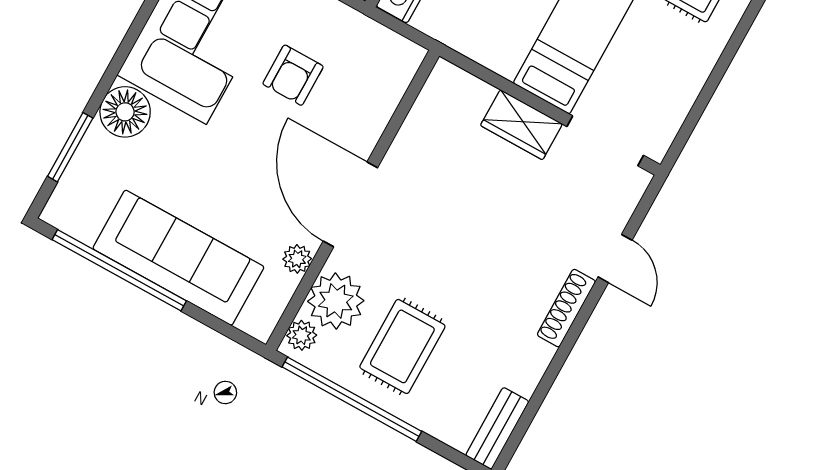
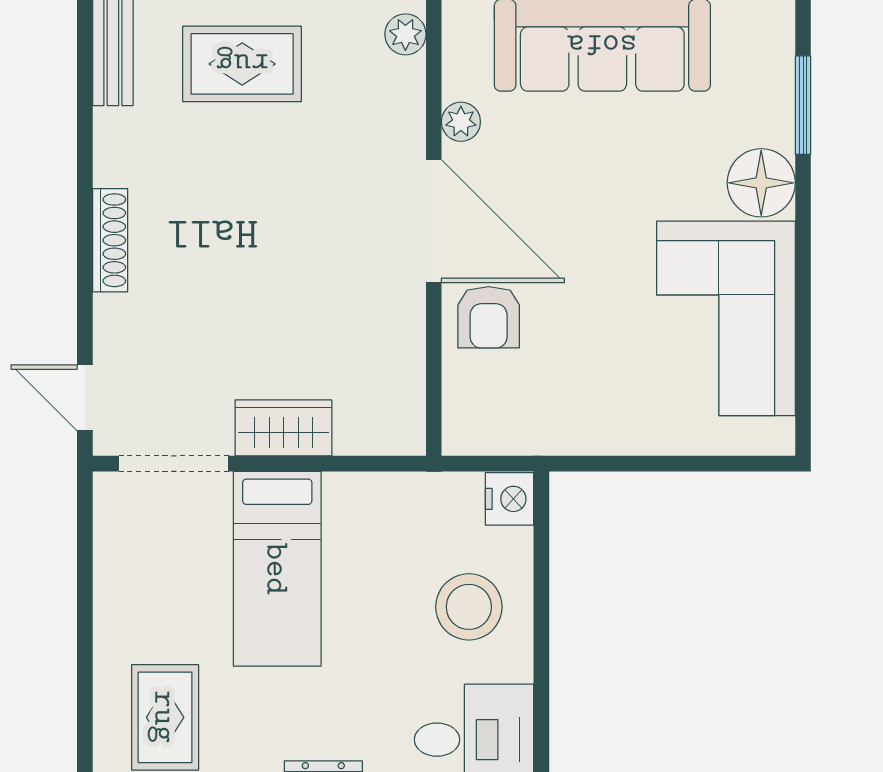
armchair: (293, 75) -> (489, 317), moved, turned 180
door: (615, 258) -> (85, 398), moved
plant: (336, 301) -> (388, 97), removed
rug: (402, 346) -> (242, 64), moved, turned 90

